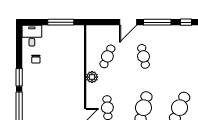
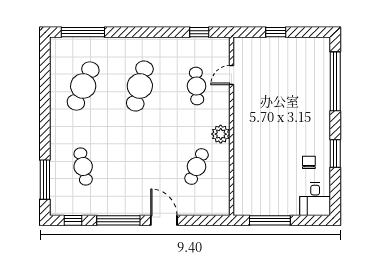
door: (128, 22) -> (164, 220), hinge flipped
cafe table: (143, 56) -> (83, 167), moved
window: (19, 77) -> (335, 154), moved

